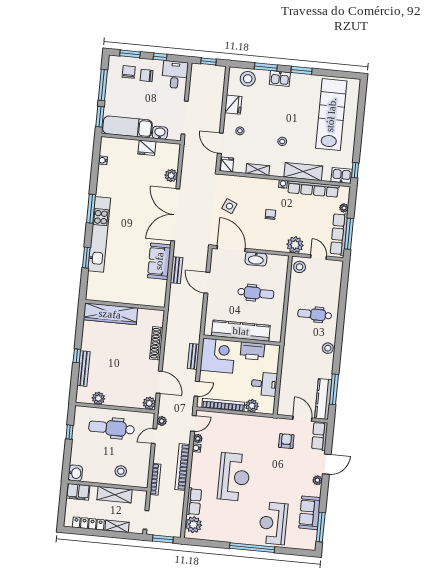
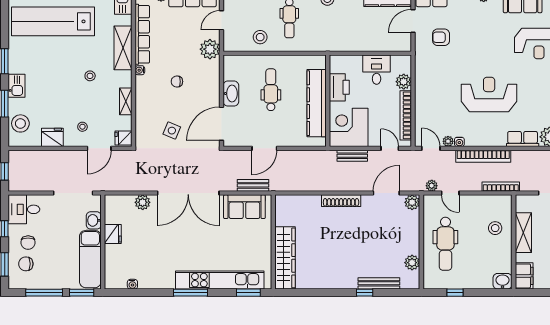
stool: (300, 267) -> (260, 37), moved
wall: (125, 305) -> (273, 242), moved
wardrobe: (110, 314) -> (285, 258), moved

